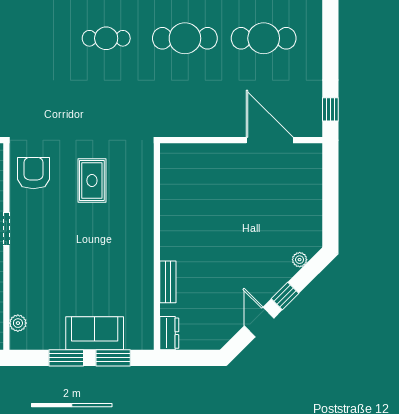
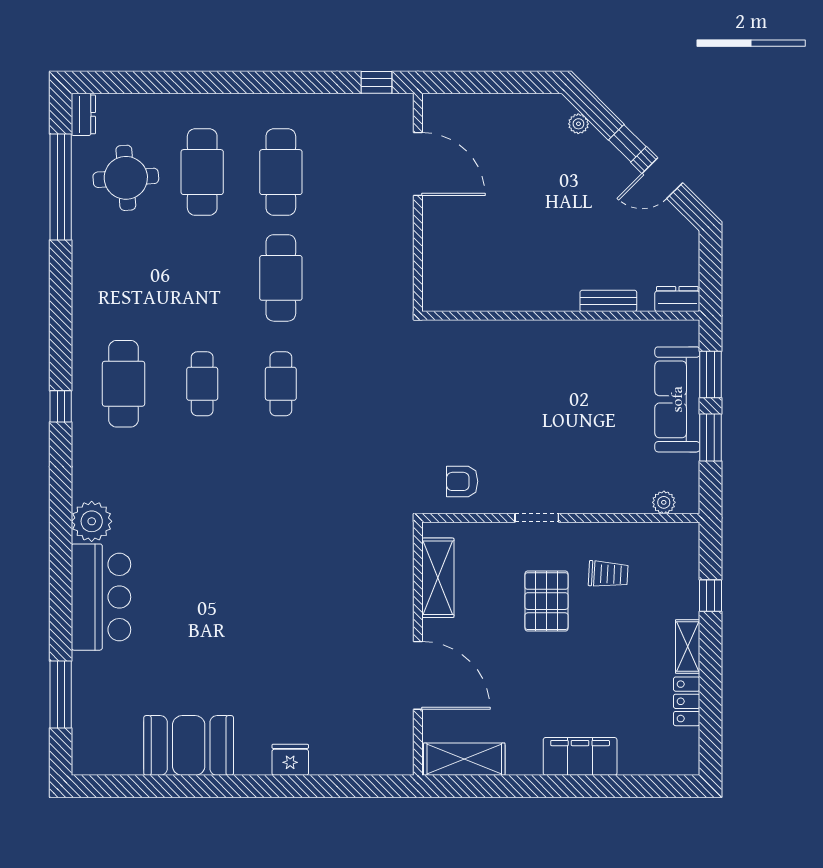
door: (270, 140) -> (418, 164), swing flipped
armchair: (33, 173) -> (462, 481), width x0.72, depth x0.72
rug: (92, 181) -> (472, 403), removed
sofa: (95, 333) -> (677, 399), width x1.36

